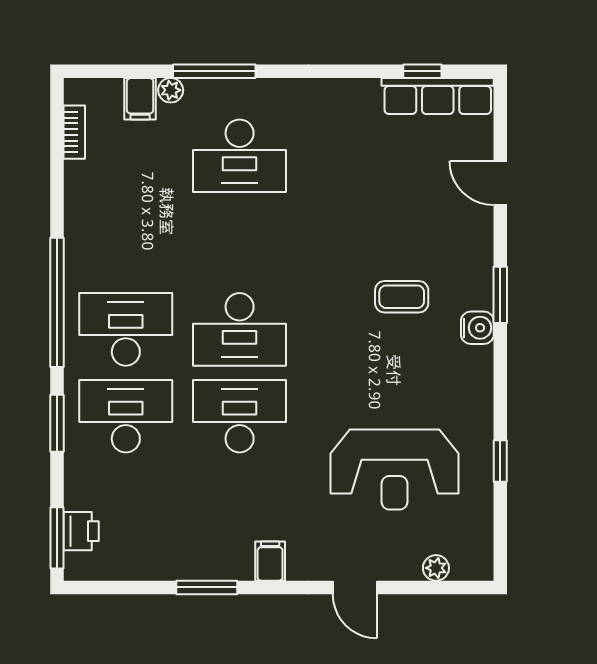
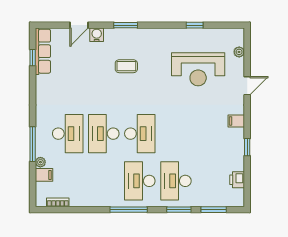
coffee table: (402, 297) -> (126, 66), turned 90
window: (57, 302) -> (129, 210), width x0.68
water cooler: (477, 328) -> (97, 35), moved
desk: (240, 416) -> (104, 134), moved
reception desk: (395, 469) -> (198, 69), turned 90
printer: (81, 531) -> (237, 180), moved, turned -90
window: (57, 538) -> (214, 210), moved
window: (207, 587) -> (247, 147), width x0.67

